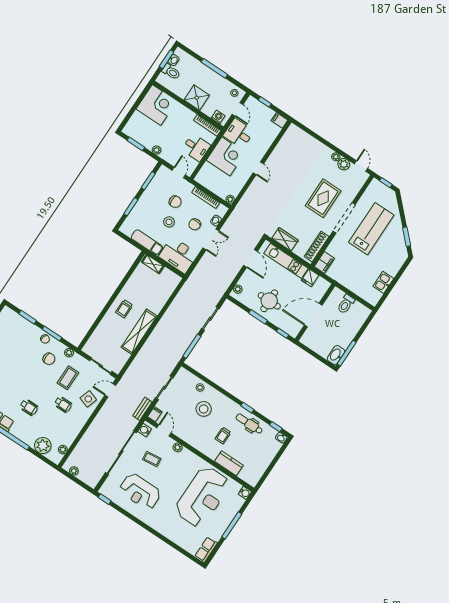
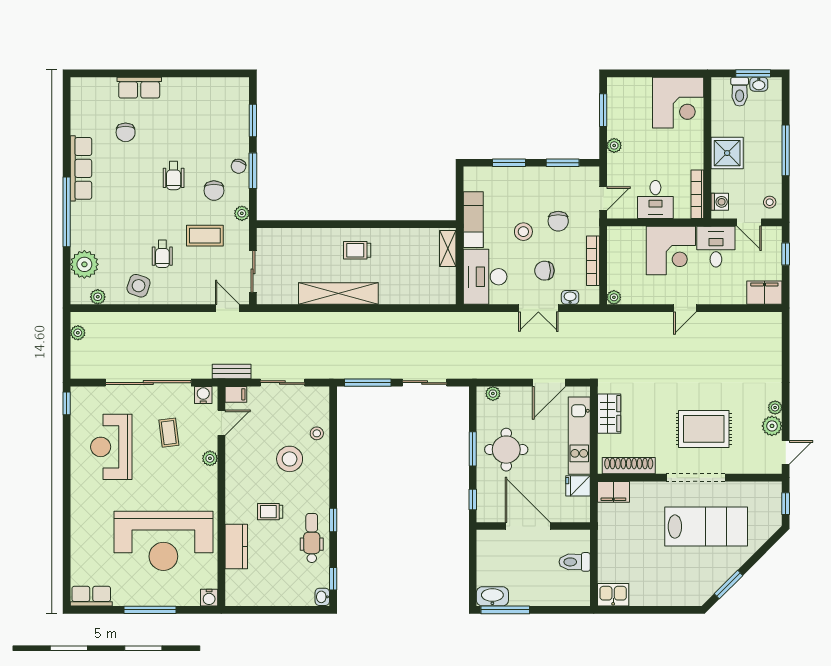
door: (238, 109) -> (749, 222), hinge flipped
filing cabinet: (279, 120) -> (764, 293), width x2.00
kitchen sink: (383, 282) -> (613, 595), moved
side table: (88, 399) -> (139, 286), moved
wheelchair: (29, 407) -> (174, 176), moved

